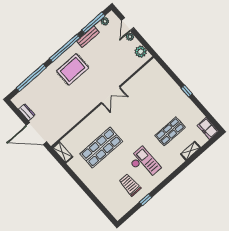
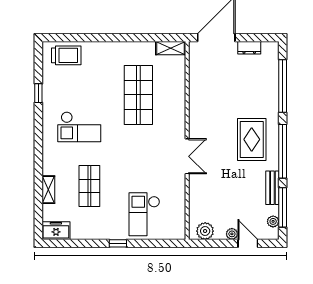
checkout: (160, 90) -> (144, 214), added
double door: (110, 95) -> (187, 156), swing flipped
trolley: (130, 185) -> (66, 55), moved

